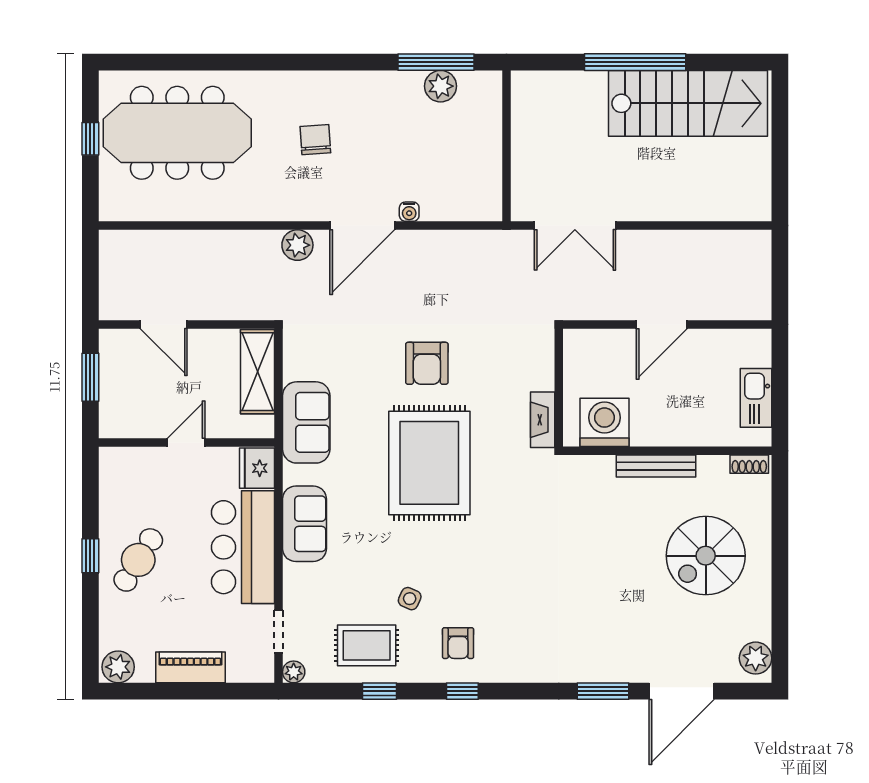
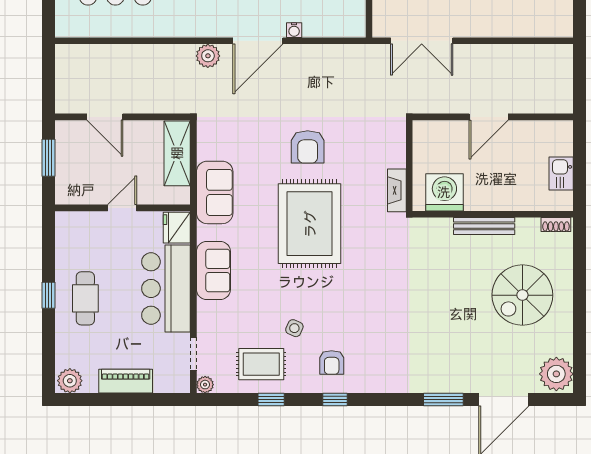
kitchen sink: (756, 398) -> (561, 174), width x0.73
cafe table: (138, 560) -> (85, 298), turned -32
plant: (756, 658) -> (556, 374), width x1.36, depth x1.36

